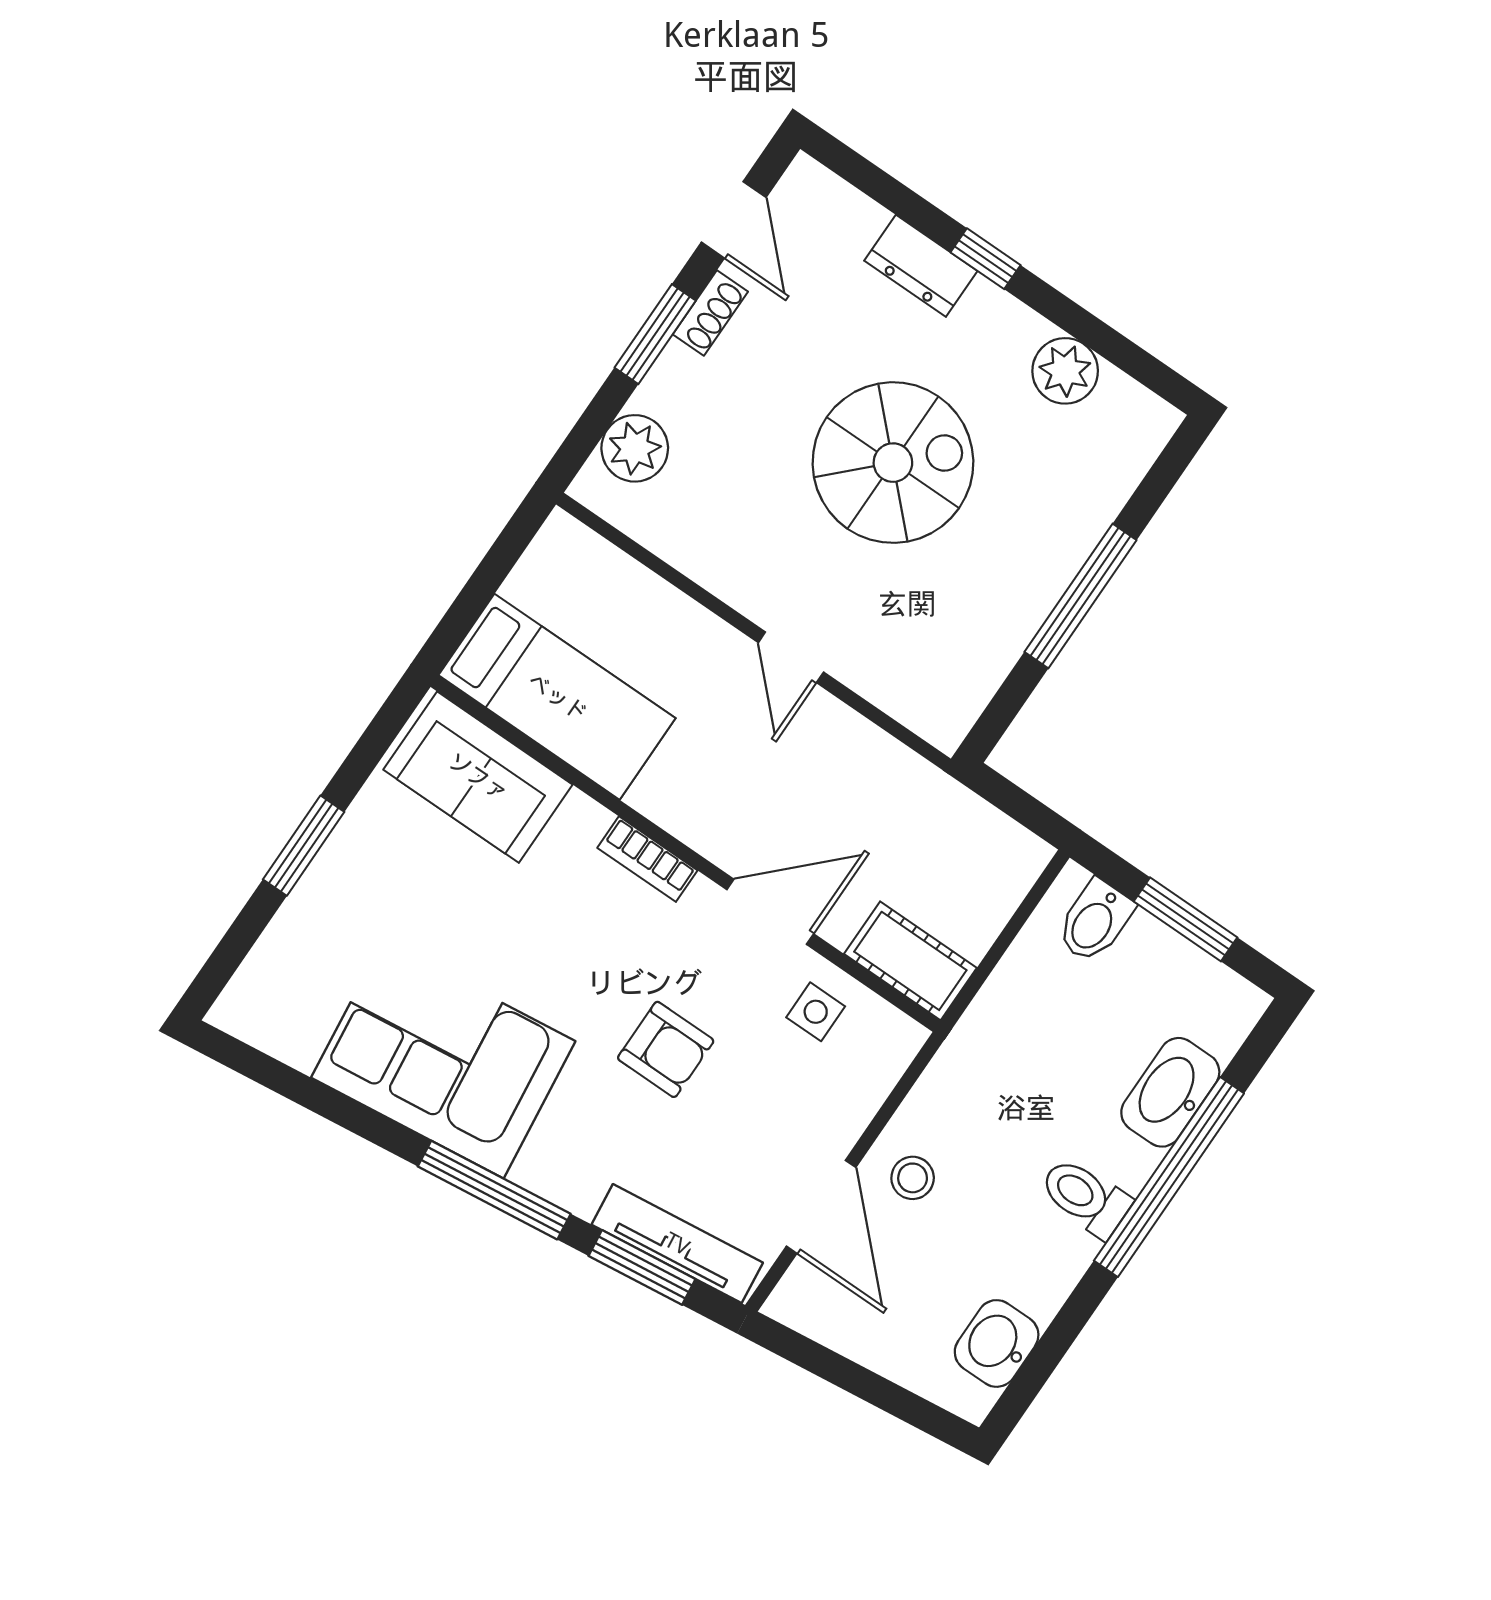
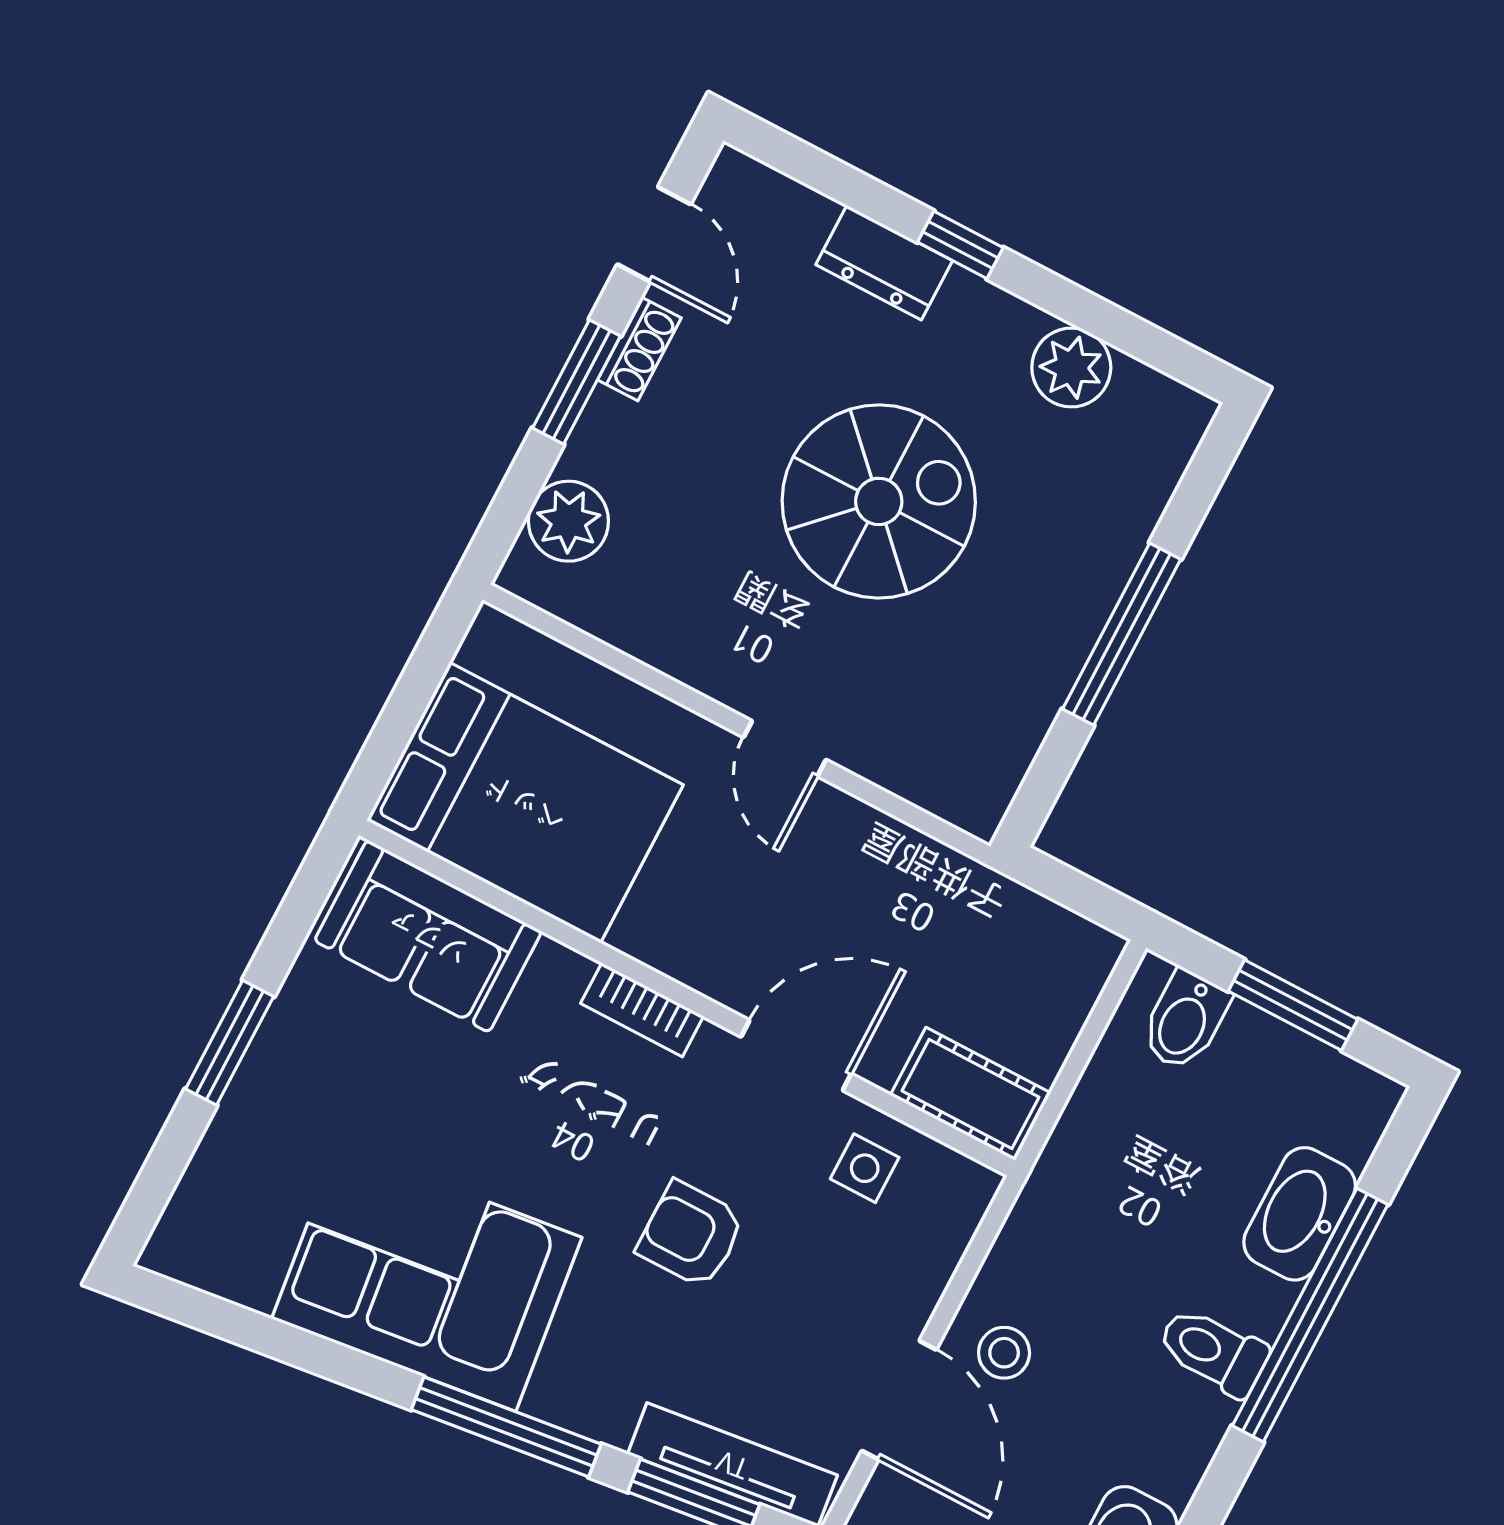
bed: (557, 697) -> (525, 803), width x1.50
armchair: (666, 1049) -> (691, 1234), turned 180

